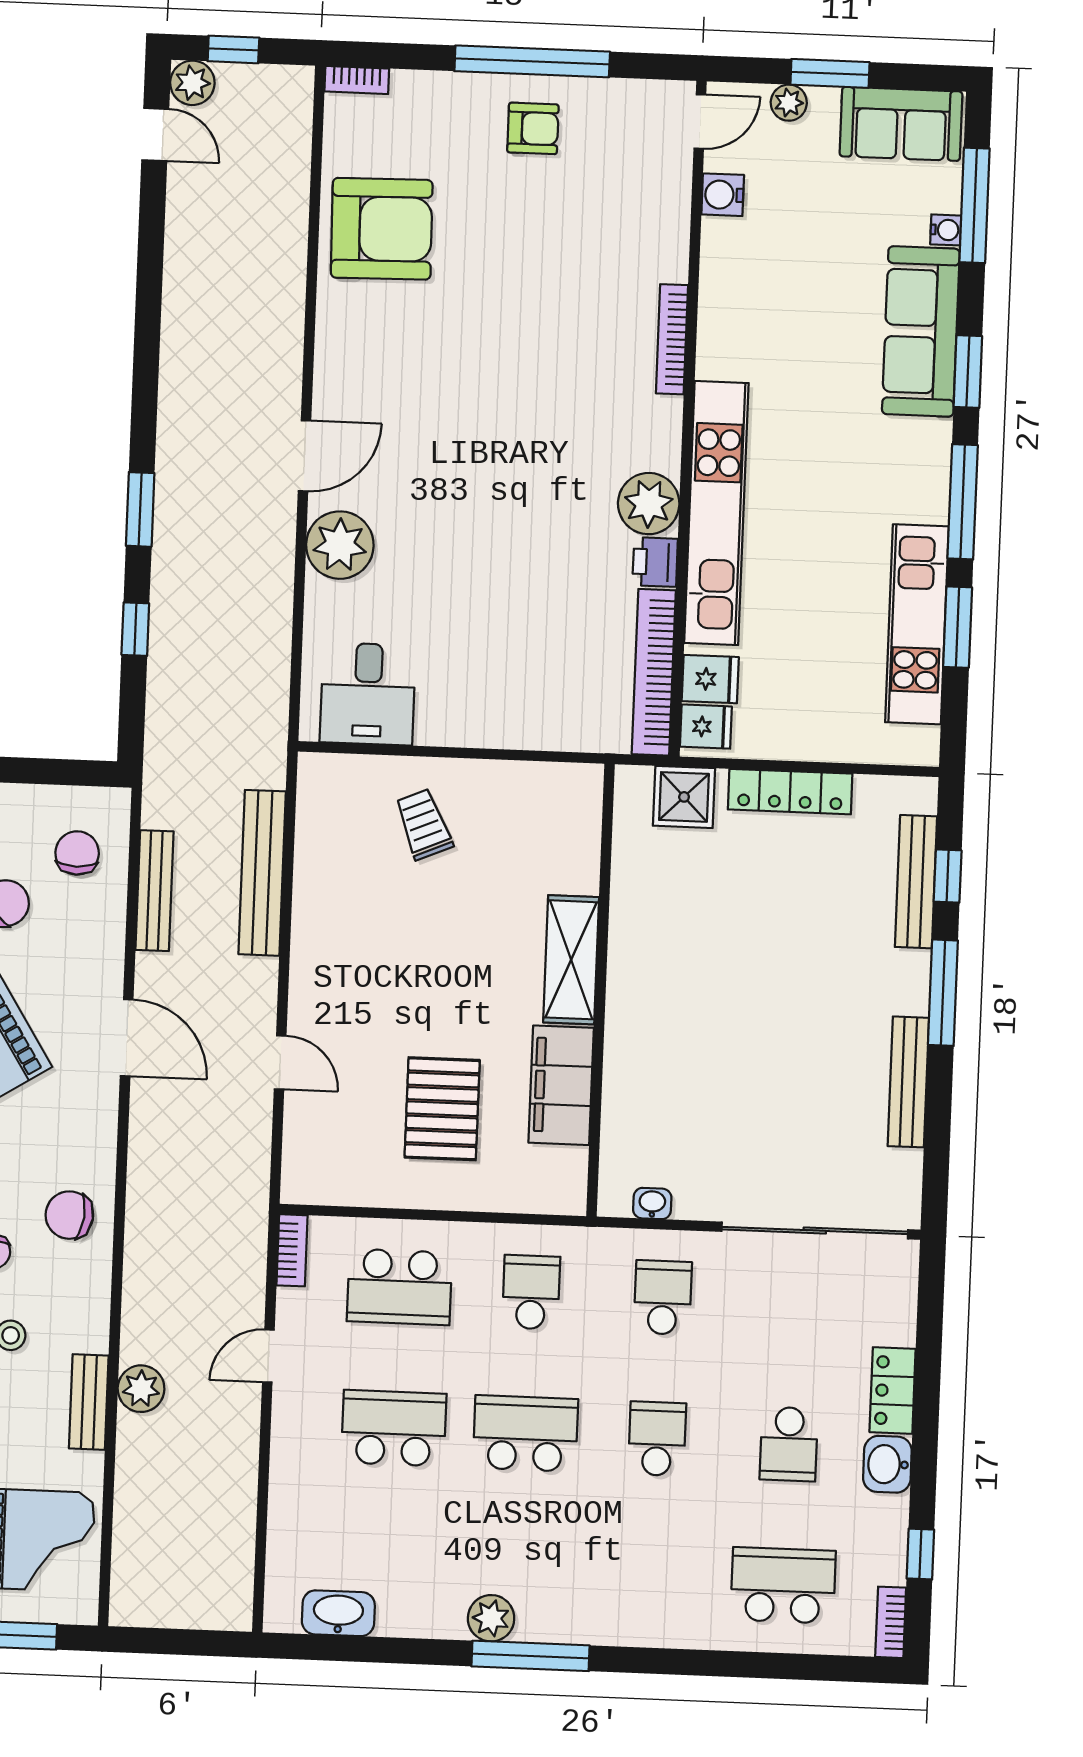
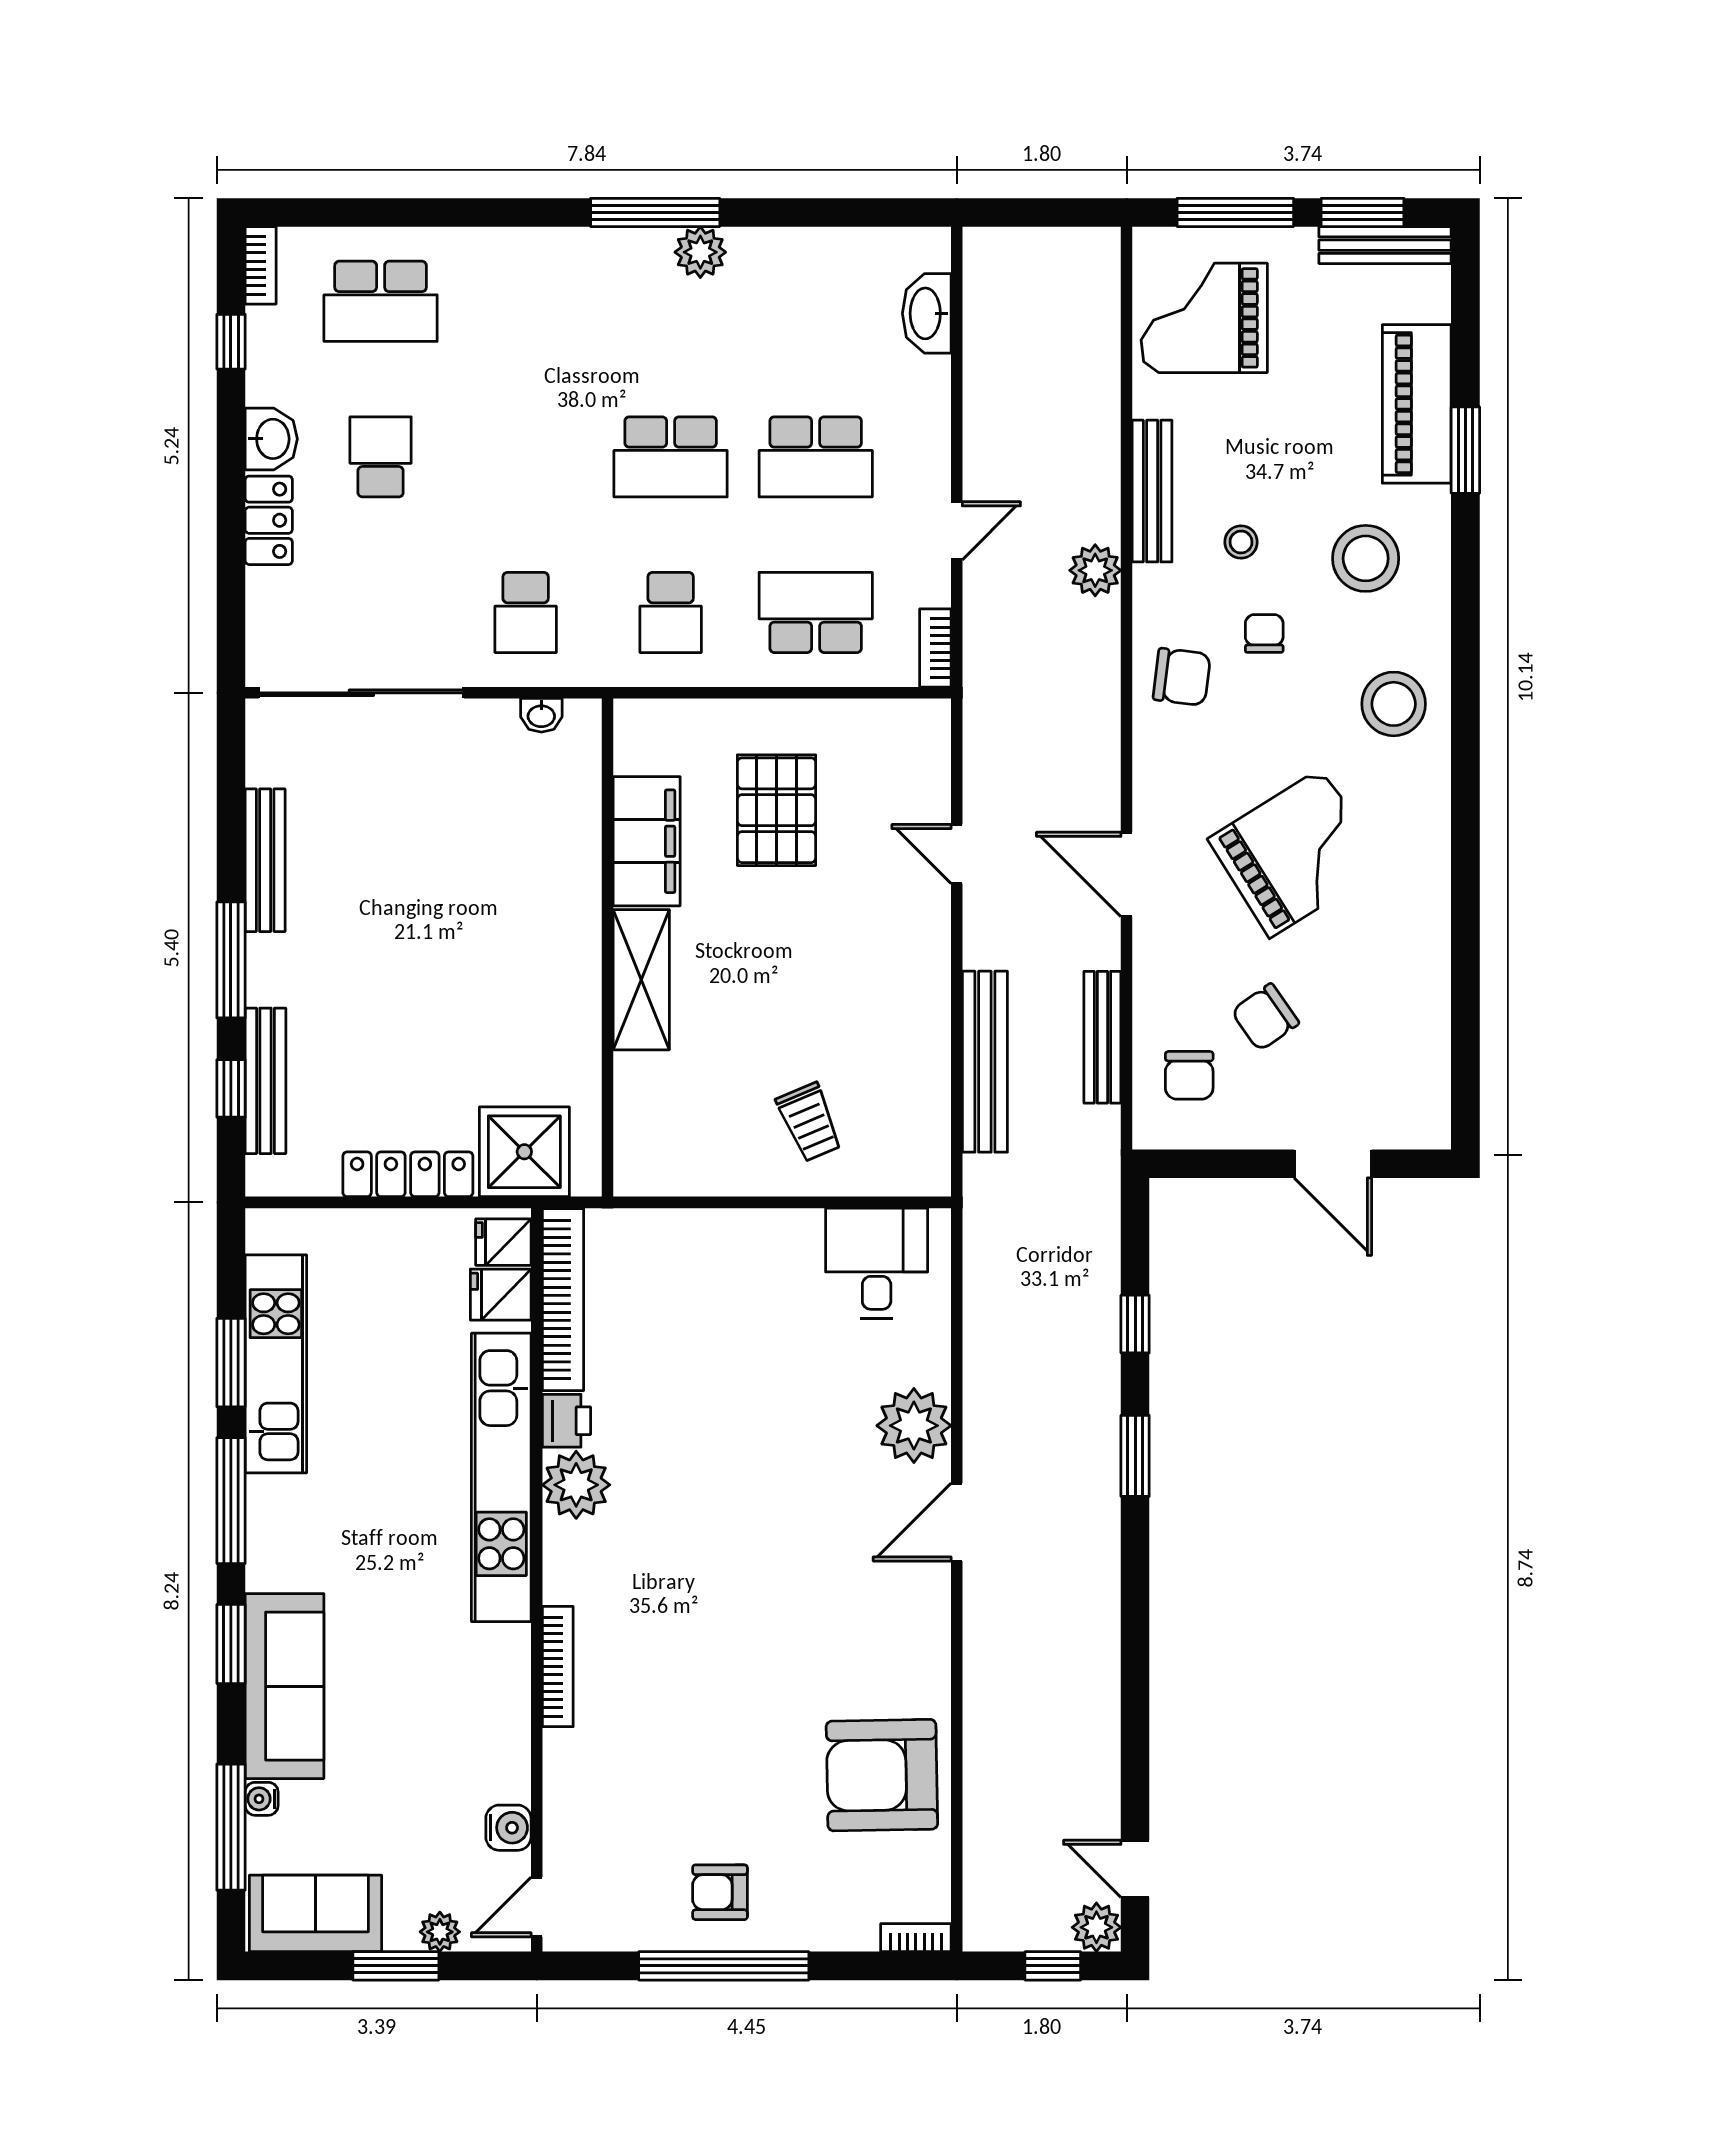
shower: (684, 797) -> (524, 1152), width x1.36, depth x1.36
plant: (141, 1389) -> (1095, 570), moved
bench: (89, 1402) -> (1152, 491), width x1.36
school desk: (657, 1439) -> (526, 457), removed
washbasin: (338, 1613) -> (927, 313), moved, turned 90

